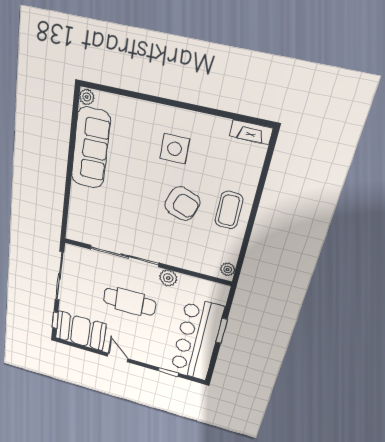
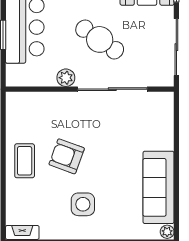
plant: (228, 269) -> (13, 103), removed
cafe table: (130, 302) -> (100, 39), turned 35

